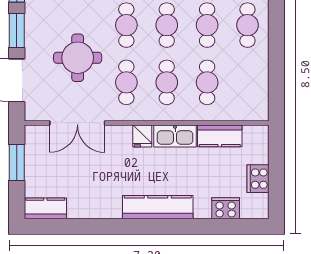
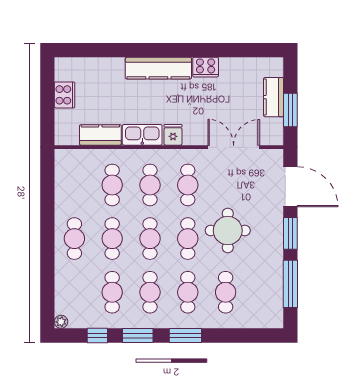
round table: (78, 58) -> (228, 231), moved
kitchen counter: (45, 208) -> (274, 97), moved, turned 90
cooker: (226, 208) -> (206, 67), moved

